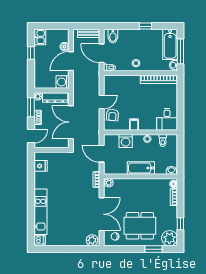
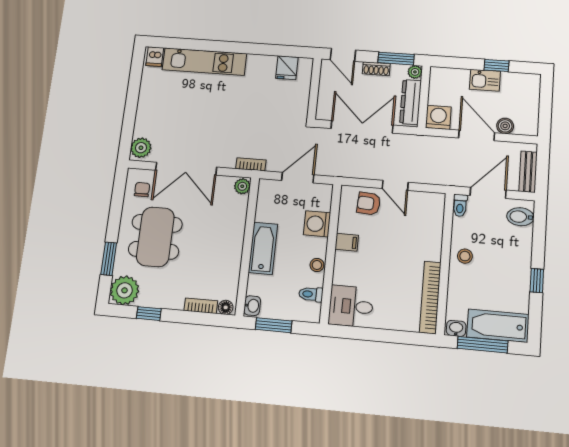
kitchen sink: (40, 37) -> (485, 80), moved
window: (180, 158) -> (274, 325), added

